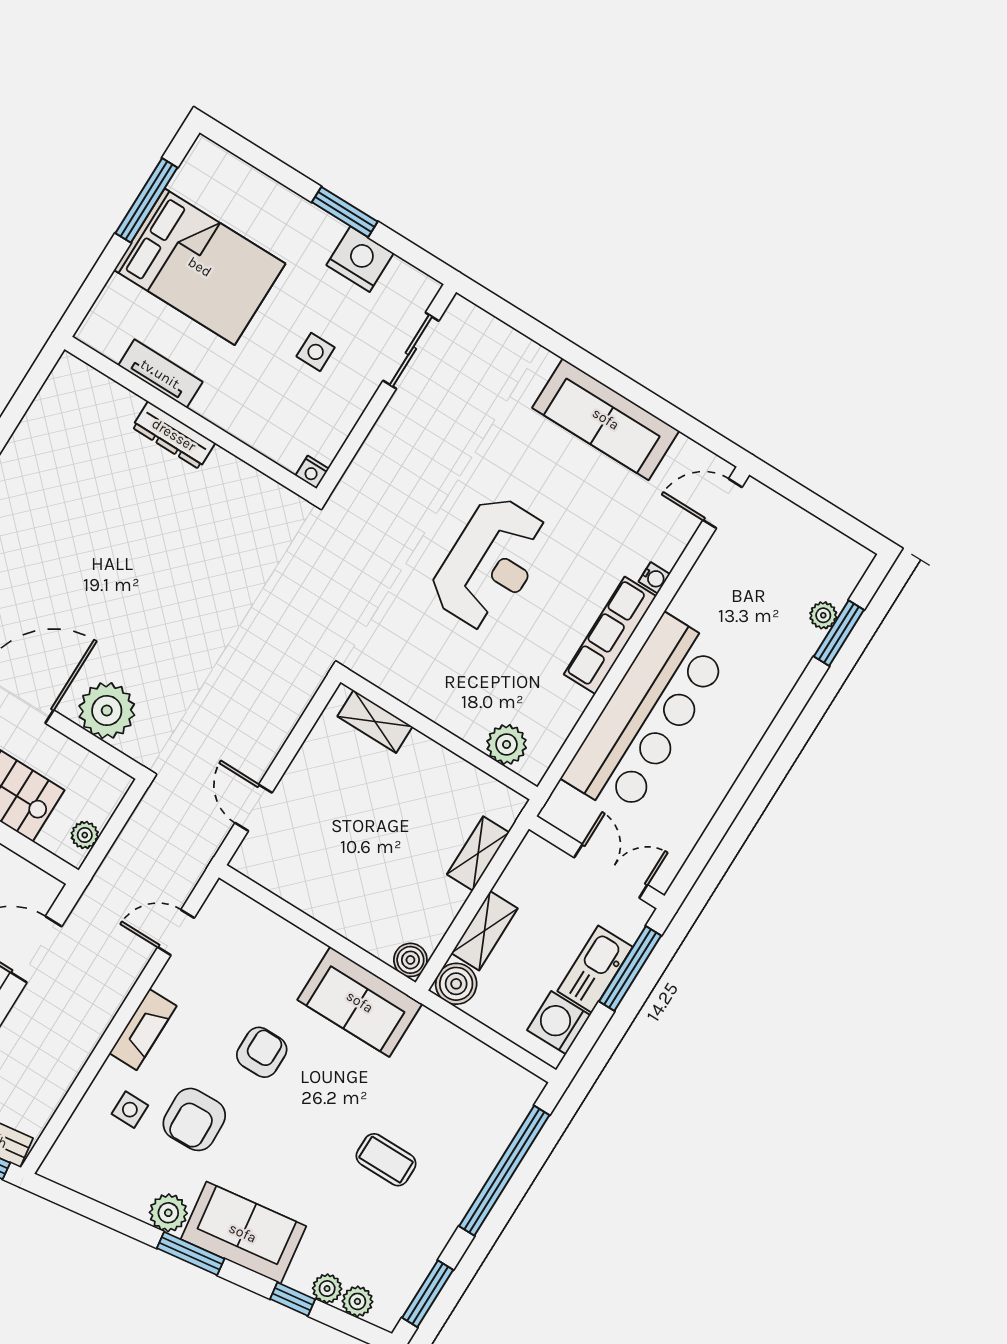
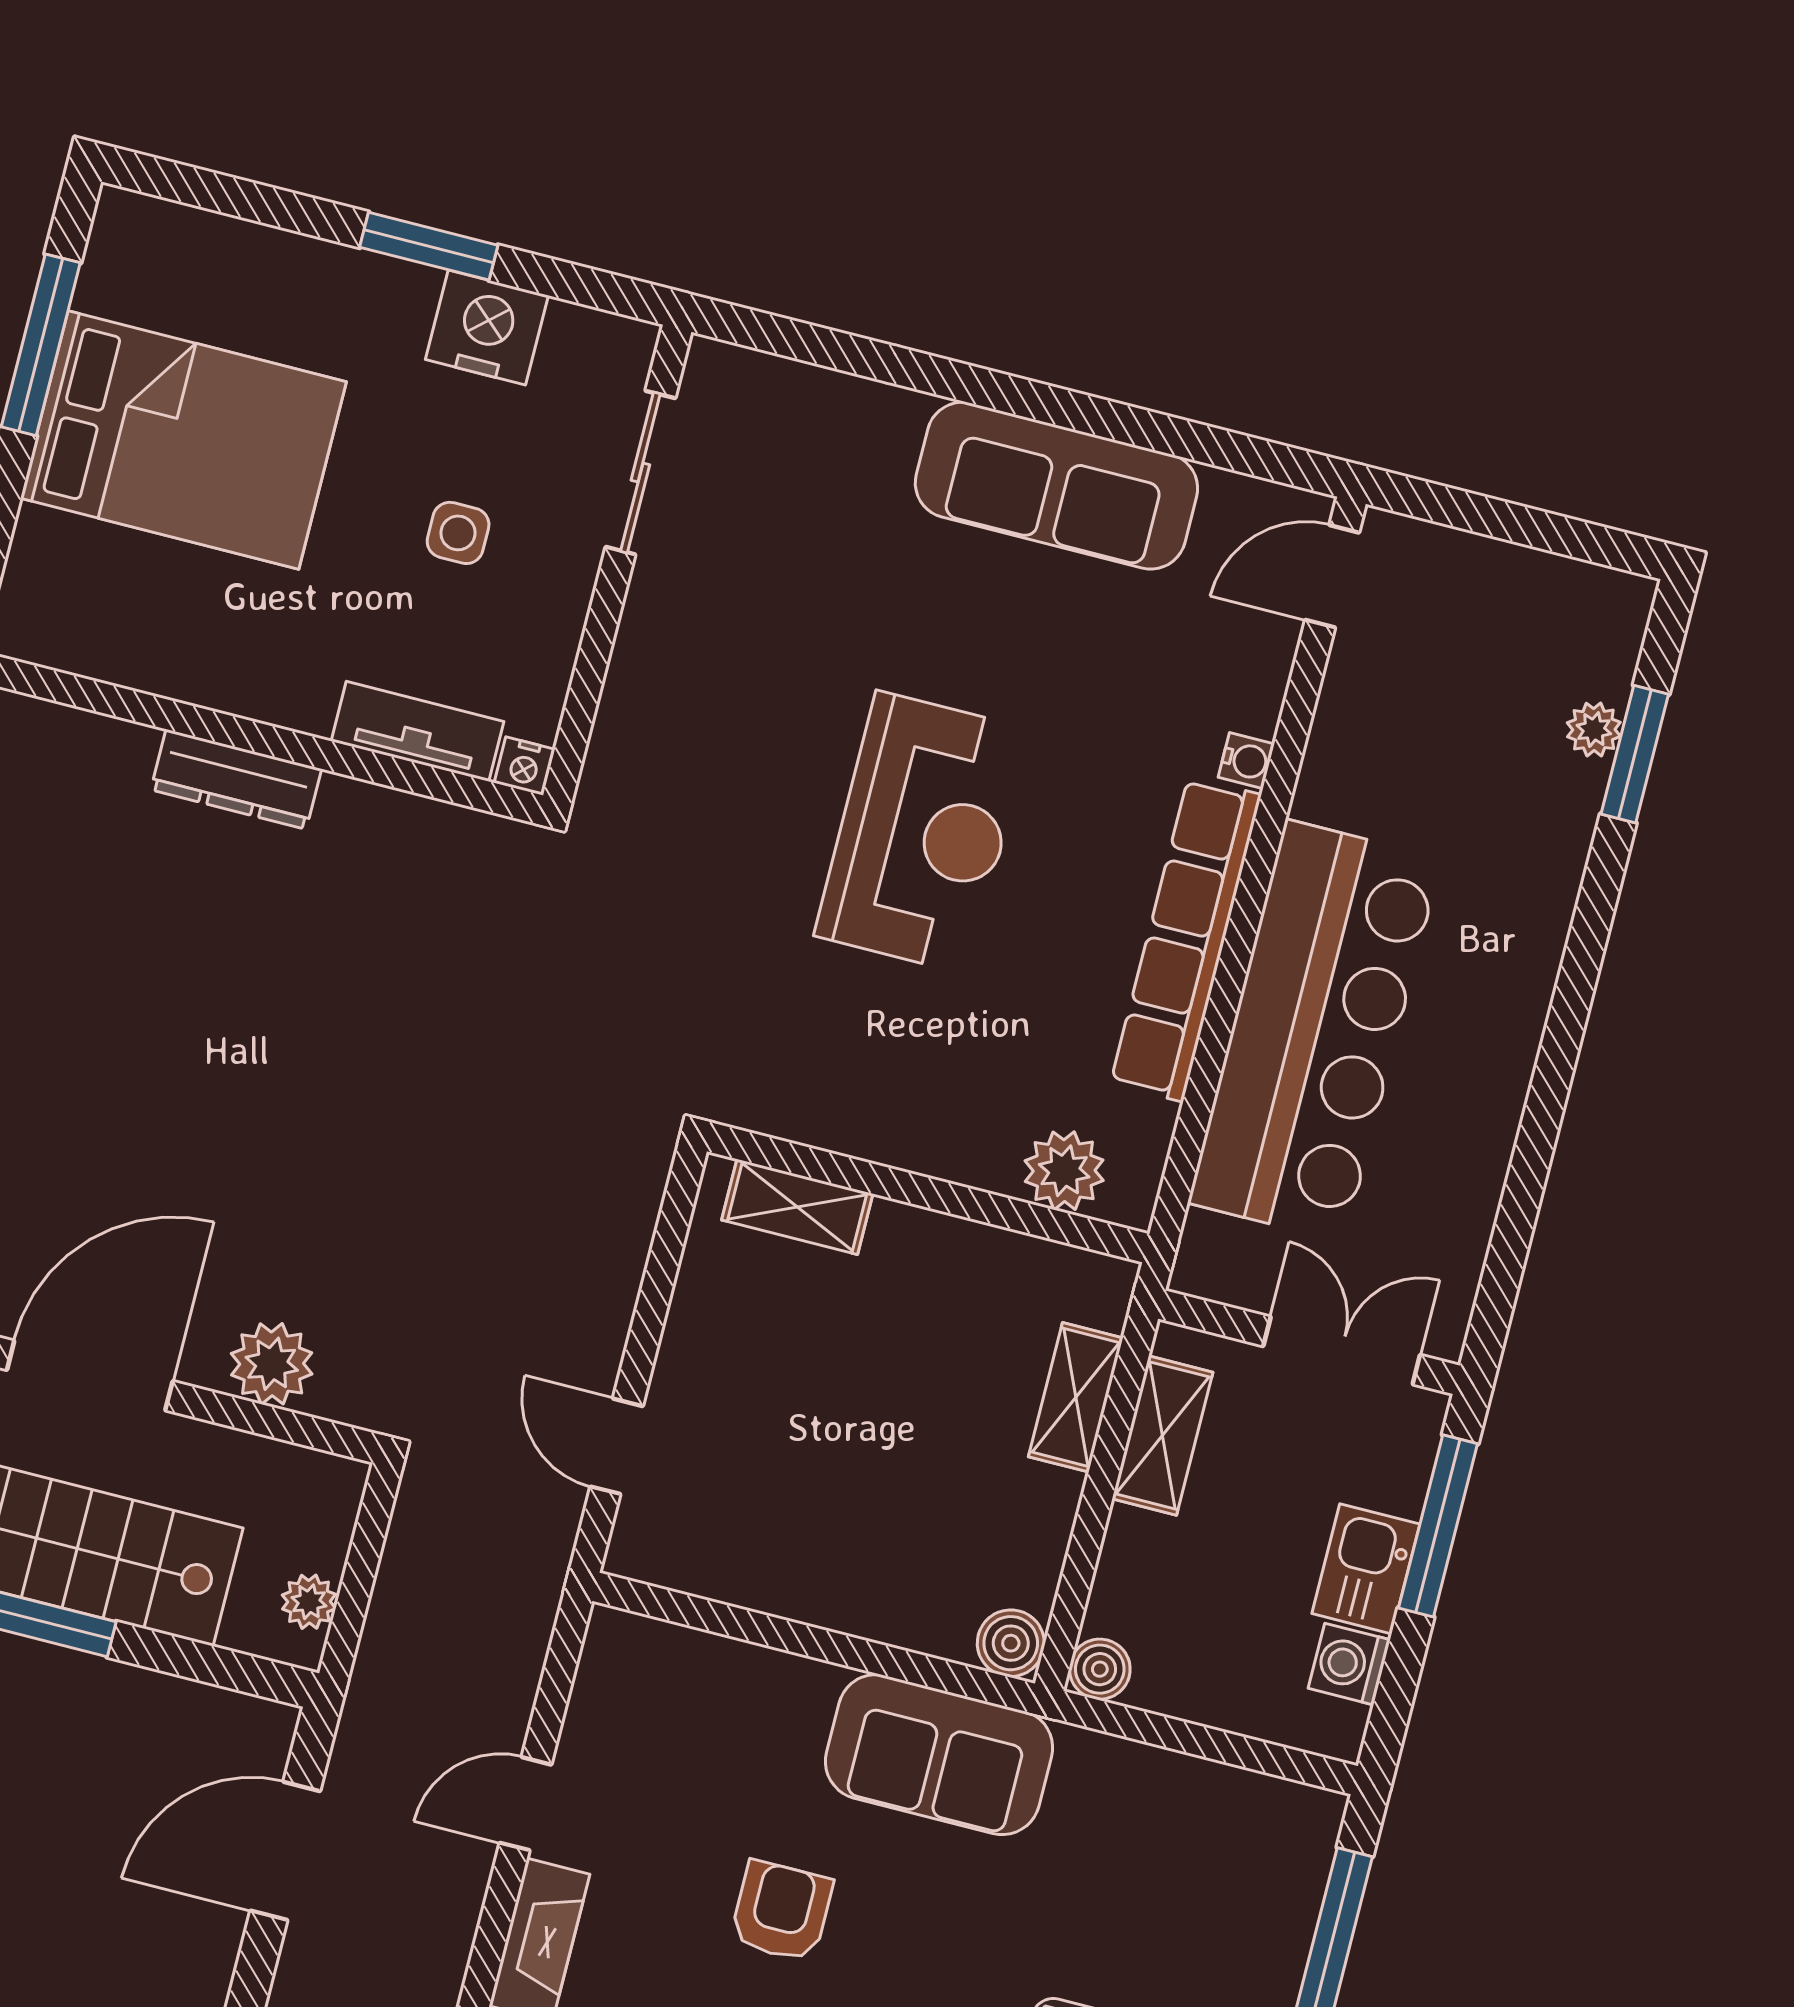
tv unit: (160, 374) -> (418, 731), moved
row of seats: (610, 635) -> (1186, 939), width x1.36
plant: (107, 711) -> (272, 1364), width x0.73, depth x0.73
shelving: (485, 931) -> (1162, 1435), moved
door: (176, 932) -> (526, 1804), moved
kitchen sink: (595, 969) -> (1366, 1569), width x0.73
boiler: (456, 984) -> (1100, 1669), width x0.73, depth x0.73
washing machine: (559, 1023) -> (1349, 1664), width x0.73, depth x0.73

